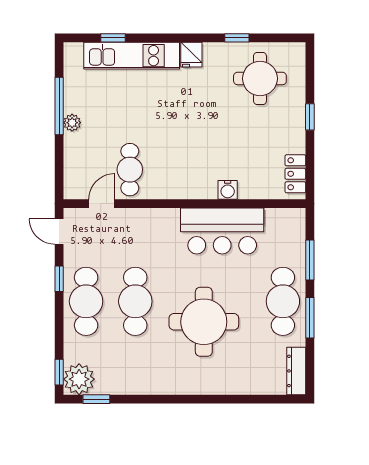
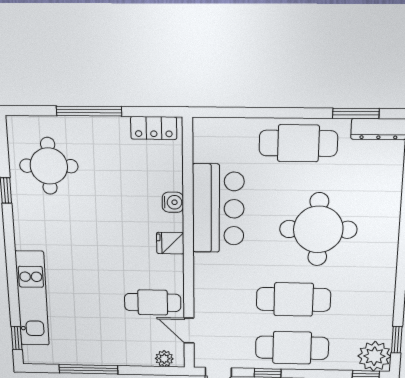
window: (113, 38) -> (17, 338), moved
fridge: (191, 55) -> (170, 243), moved, turned 180
window: (310, 117) -> (89, 111), width x2.17
plant: (72, 123) -> (164, 359), moved
window: (310, 260) -> (252, 112), removed
window: (310, 318) -> (356, 113), moved

